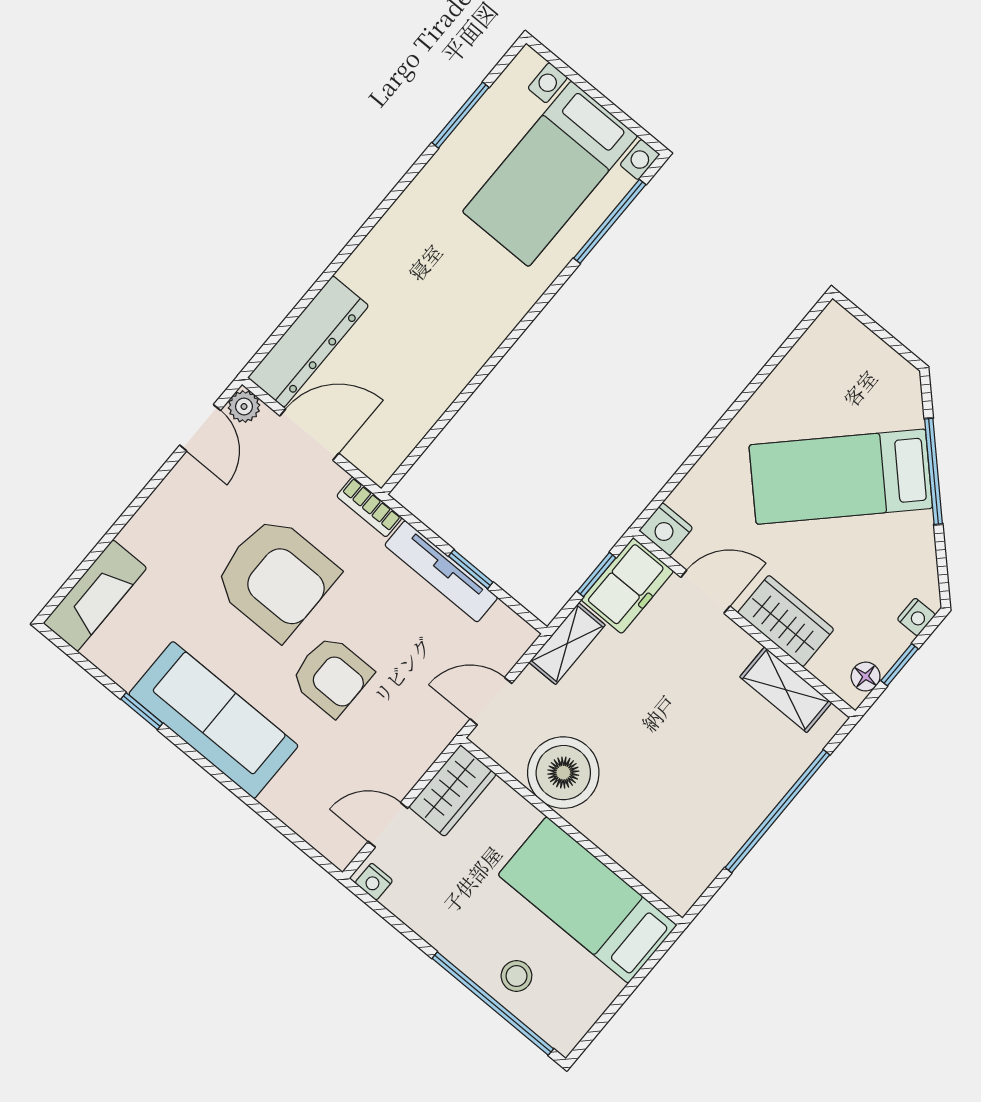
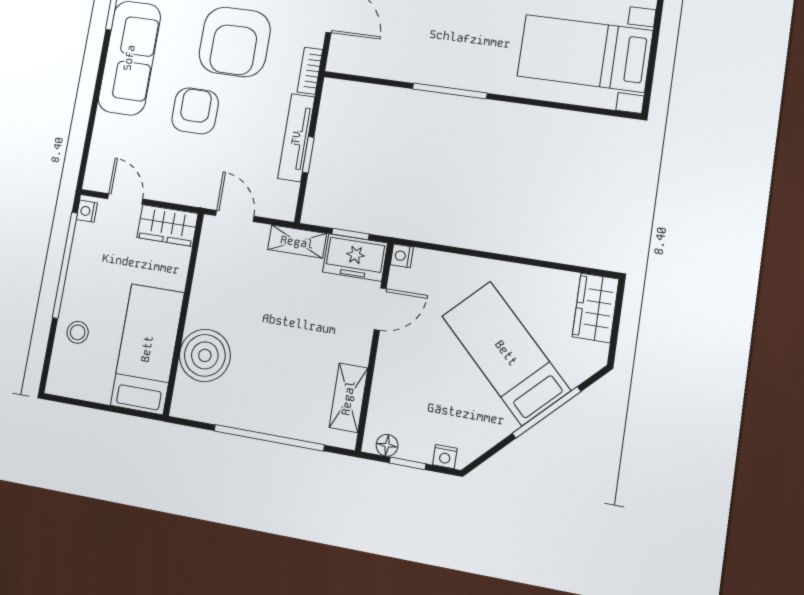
window: (610, 221) -> (450, 91), moved
nightstand: (666, 529) -> (402, 256), width x0.72, depth x0.74
door: (705, 592) -> (380, 309), hinge flipped
wardrobe: (786, 621) -> (595, 308), moved, turned 180
armchair: (332, 676) -> (195, 111), turned 180
boiler: (563, 773) -> (205, 355), moved
window: (493, 1004) -> (65, 265), moved

